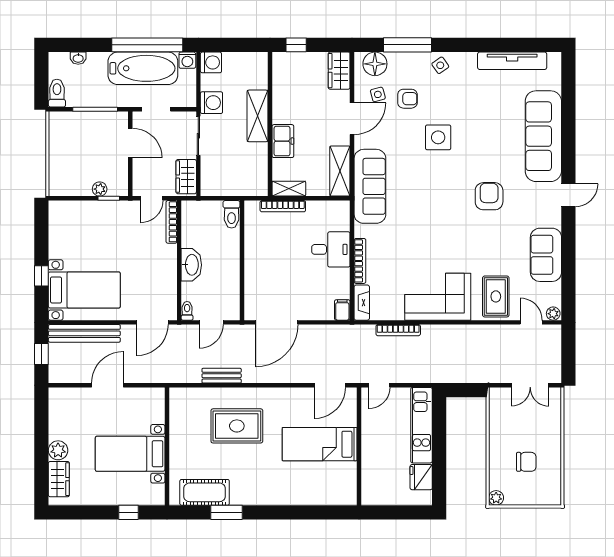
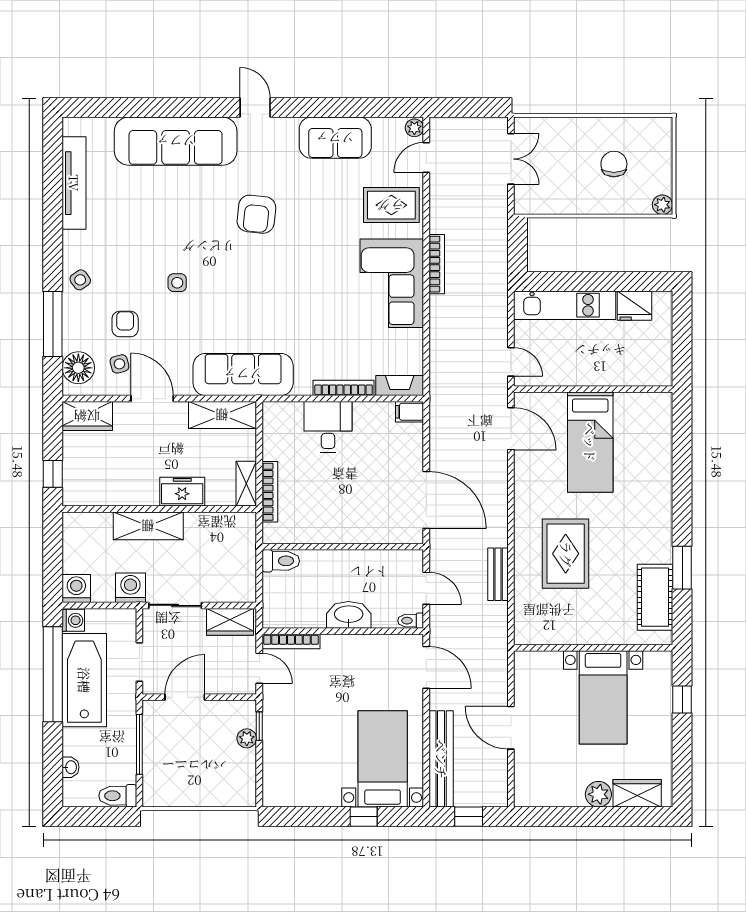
side table: (438, 137) -> (177, 283), width x0.54, depth x0.54
armchair: (489, 196) -> (256, 214), turned -84
bookcase: (398, 330) -> (437, 264), moved

